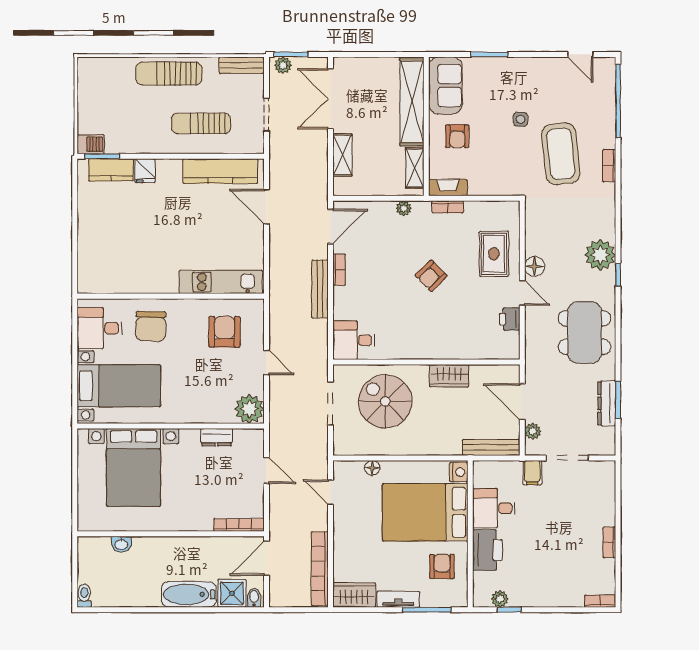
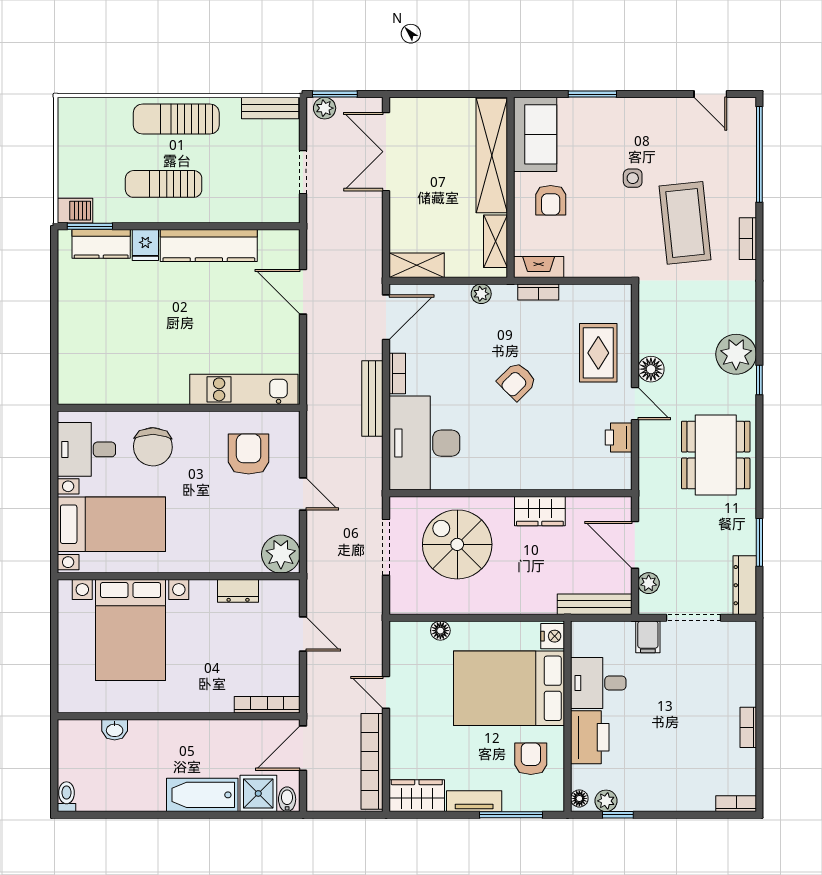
sun lounger: (201, 123) -> (164, 184), moved
shelving: (342, 155) -> (417, 265), moved, turned 90
kitchen counter: (220, 171) -> (209, 246), moved
desk: (354, 340) -> (424, 443), width x1.87, depth x1.30
dresser: (607, 403) -> (745, 585), moved
door: (330, 492) -> (386, 692), moved
floor lamp: (479, 597) -> (579, 798), added

